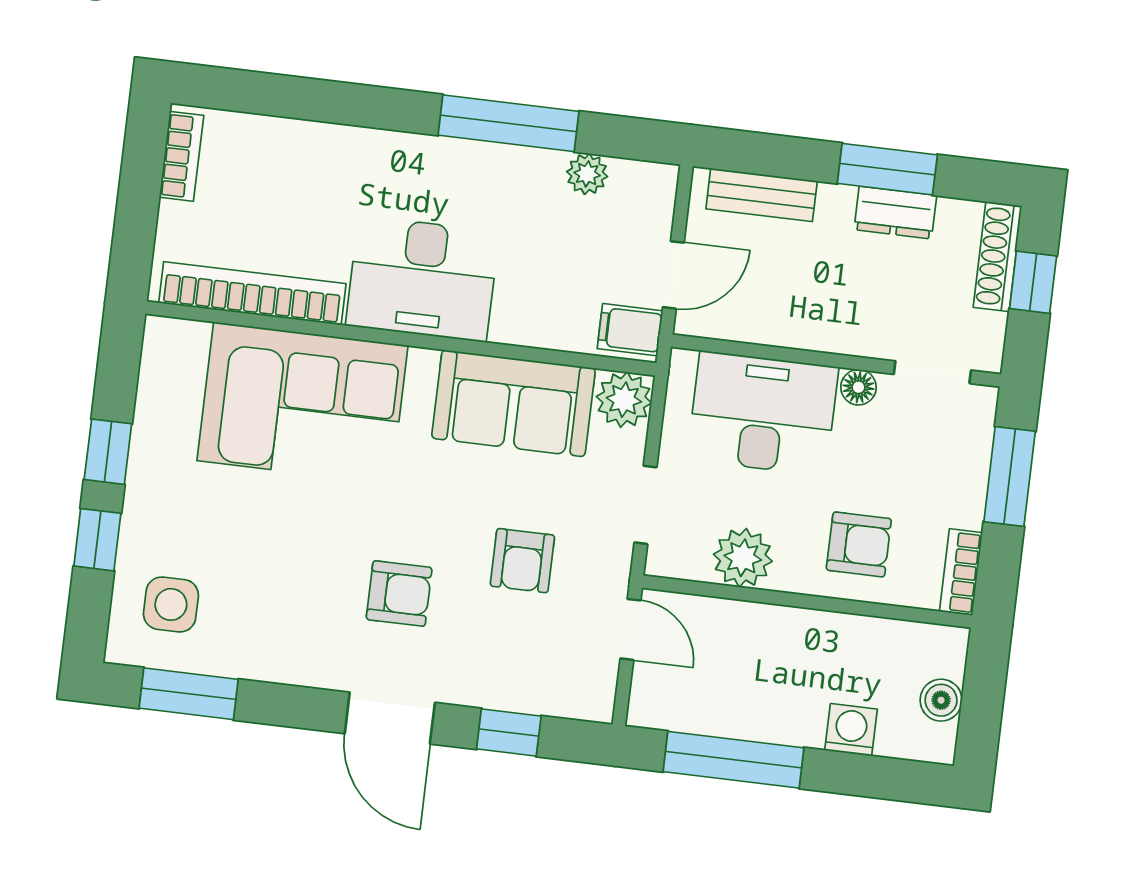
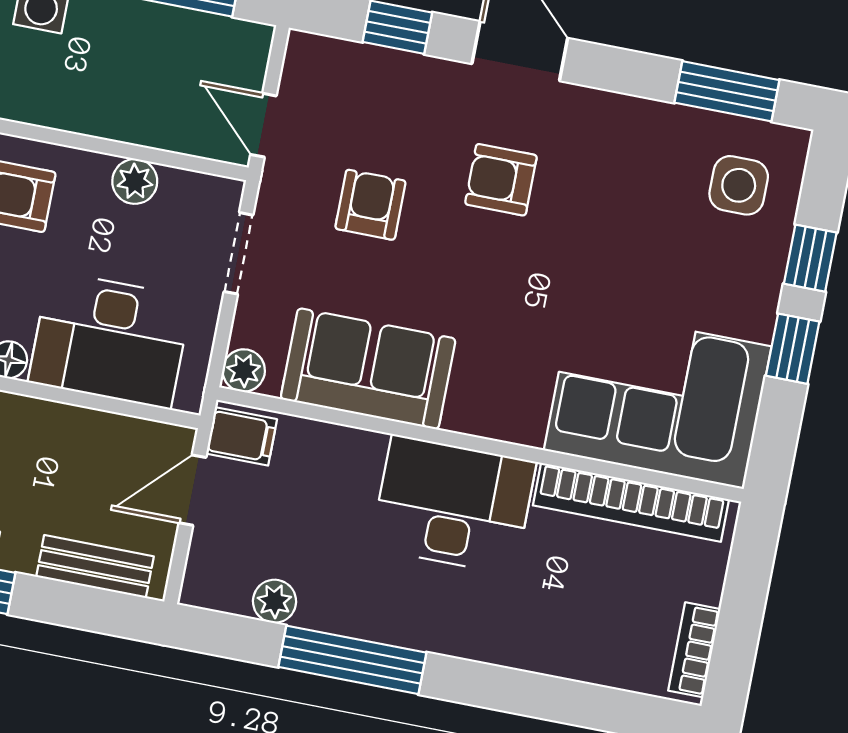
plant: (624, 400) -> (244, 370), width x0.73, depth x0.73
corner sofa: (302, 403) -> (658, 398), moved
plant: (743, 558) -> (135, 181), width x0.73, depth x0.73

